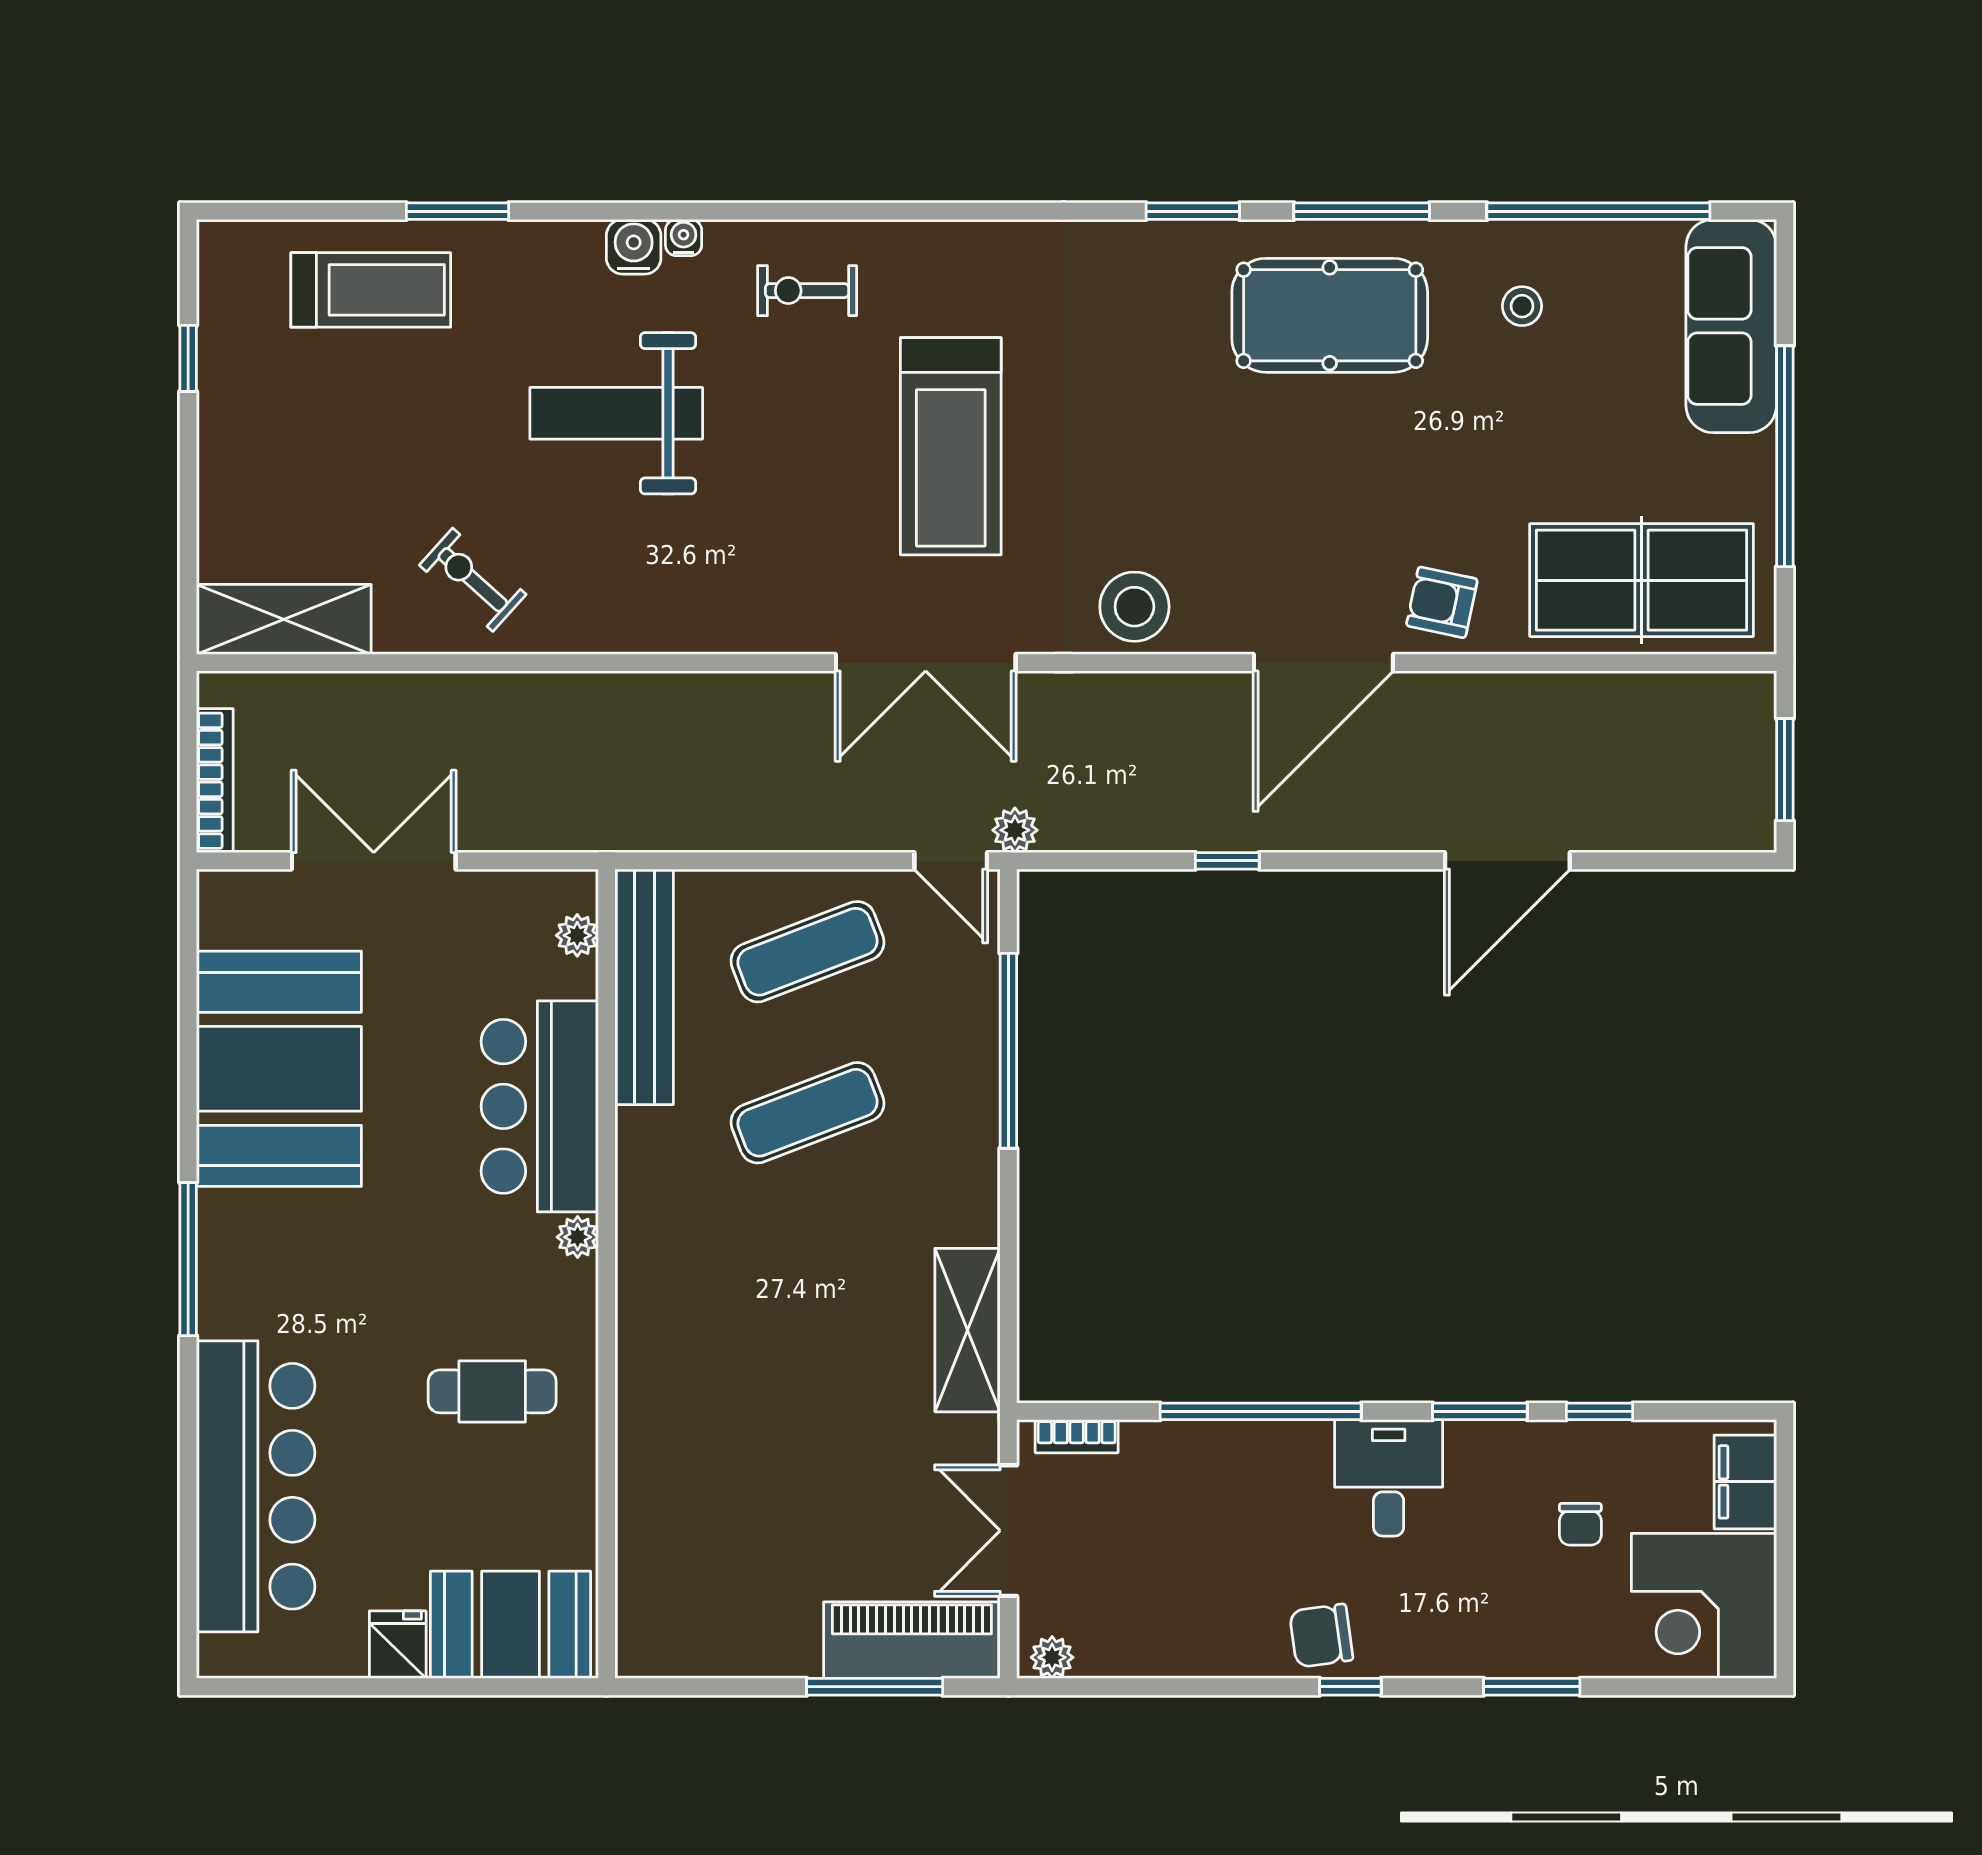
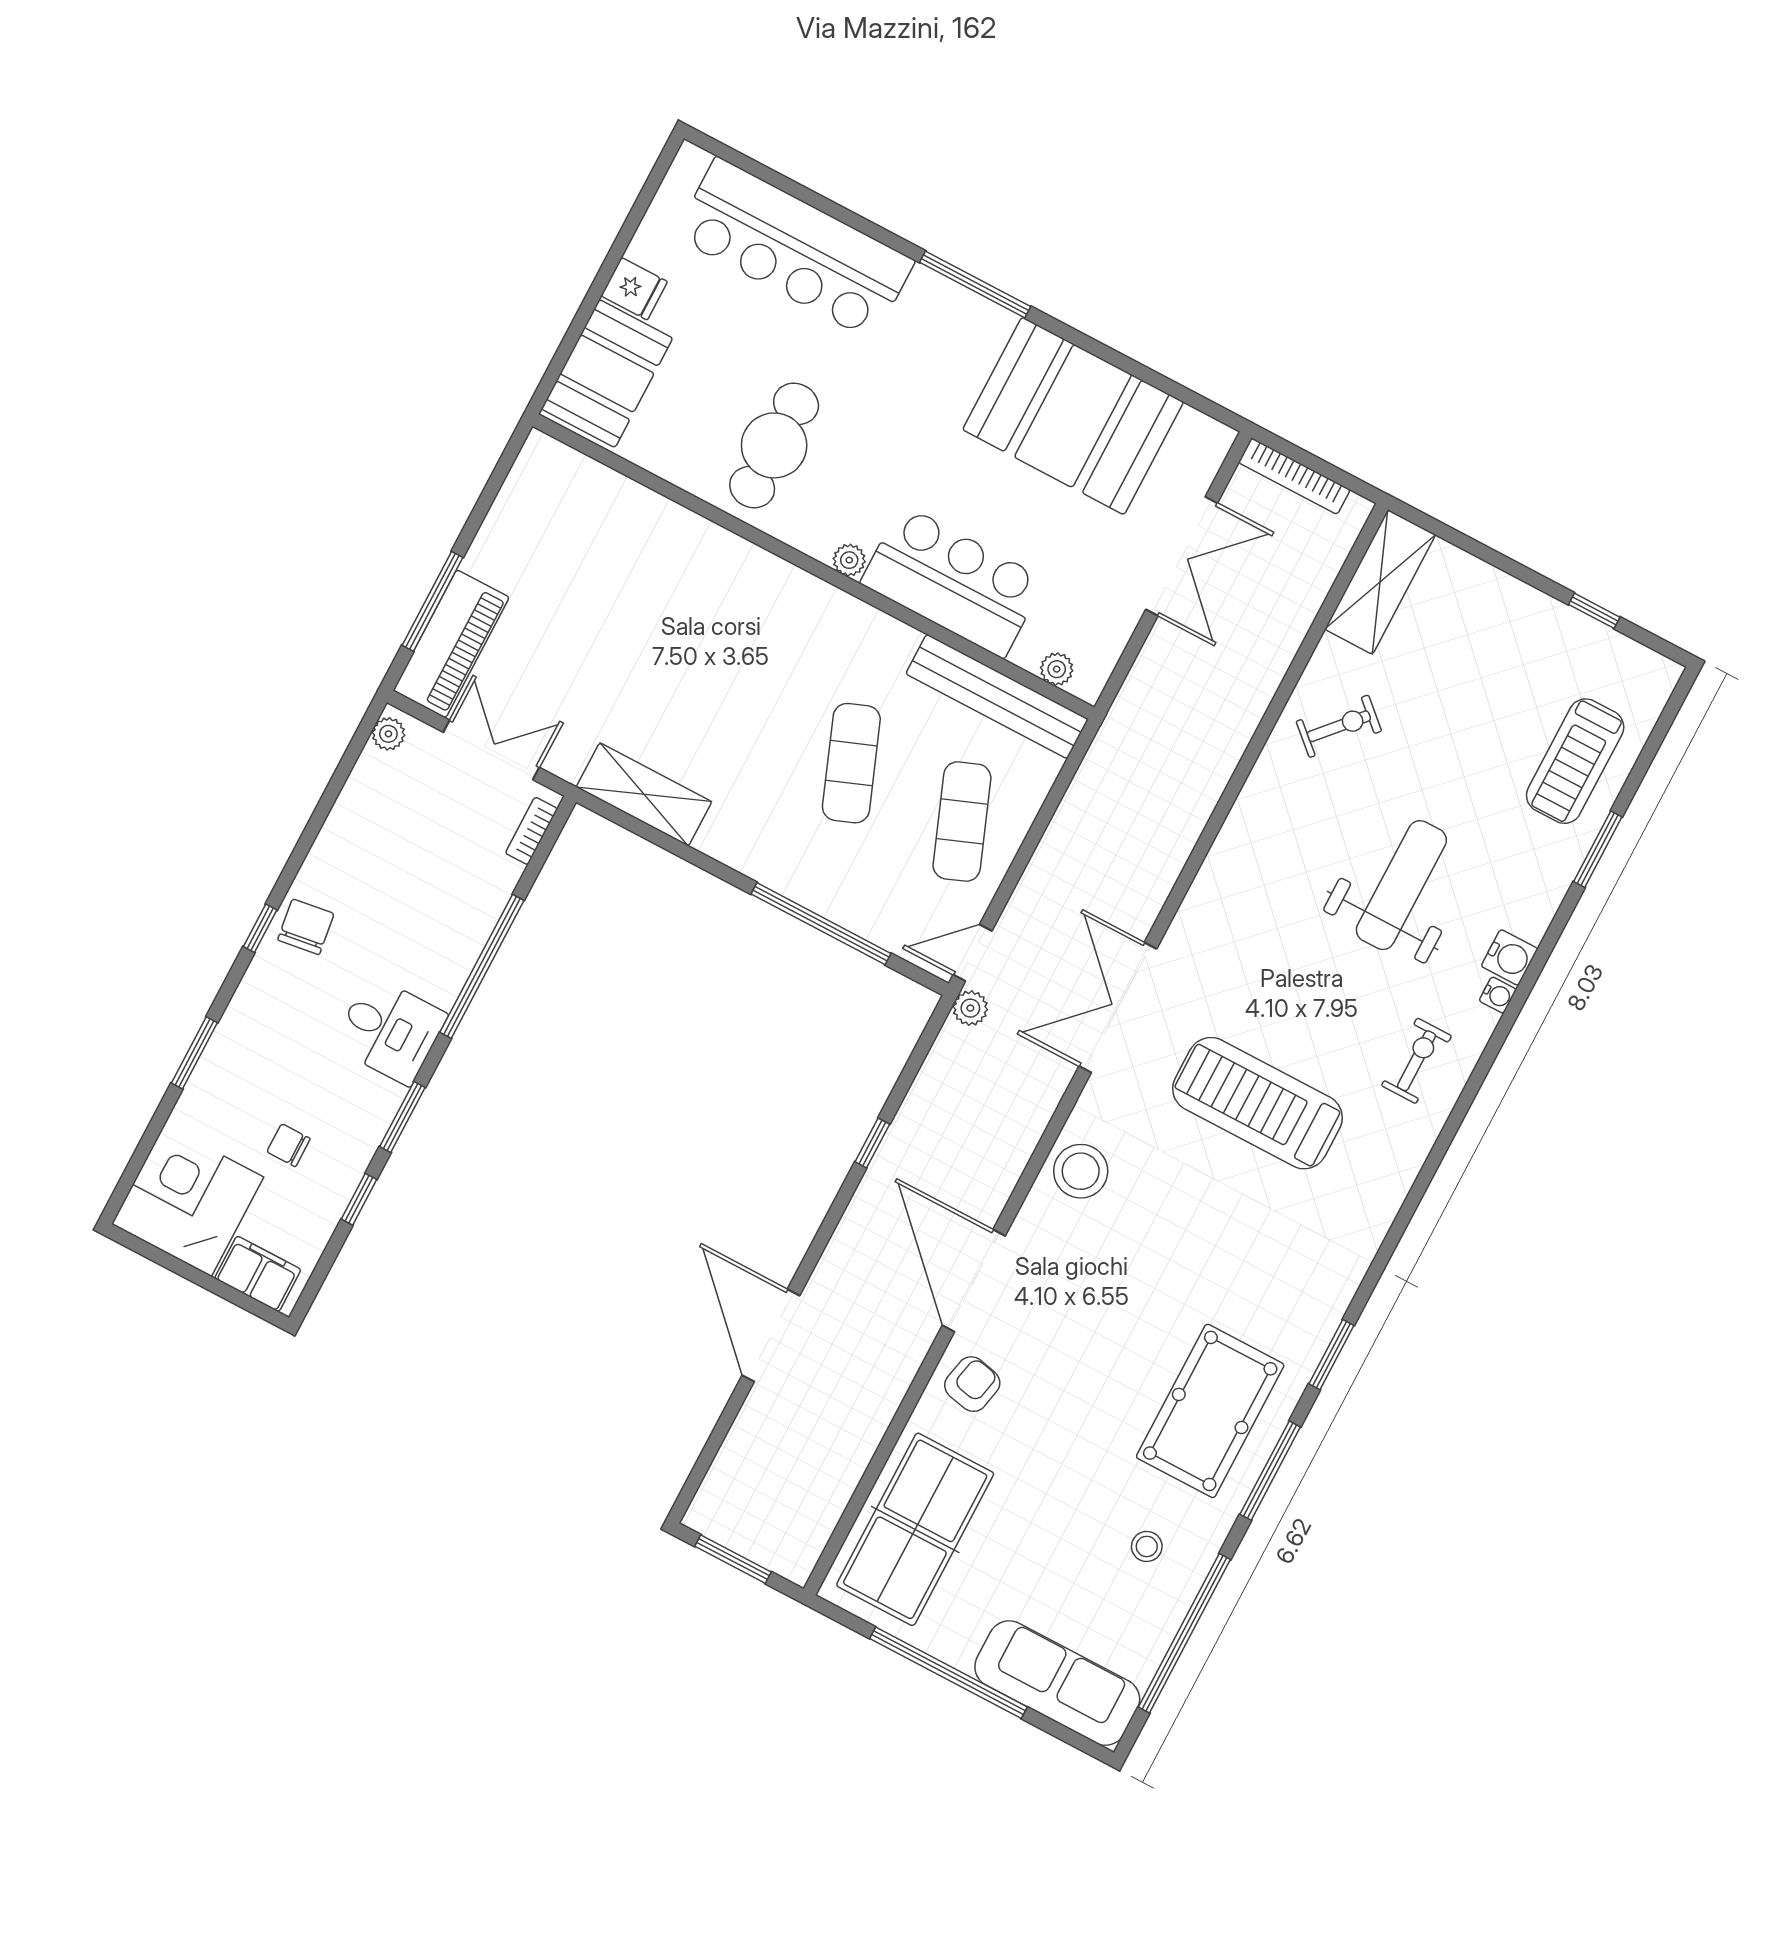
cafe table: (492, 1391) -> (774, 445), width x1.37, depth x1.35

